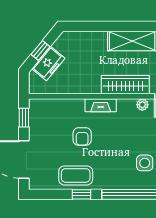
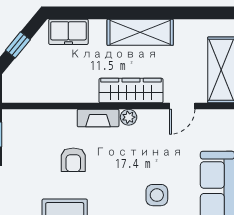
freezer: (48, 64) -> (68, 32), moved, turned 51
plant: (142, 105) -> (129, 117), moved

